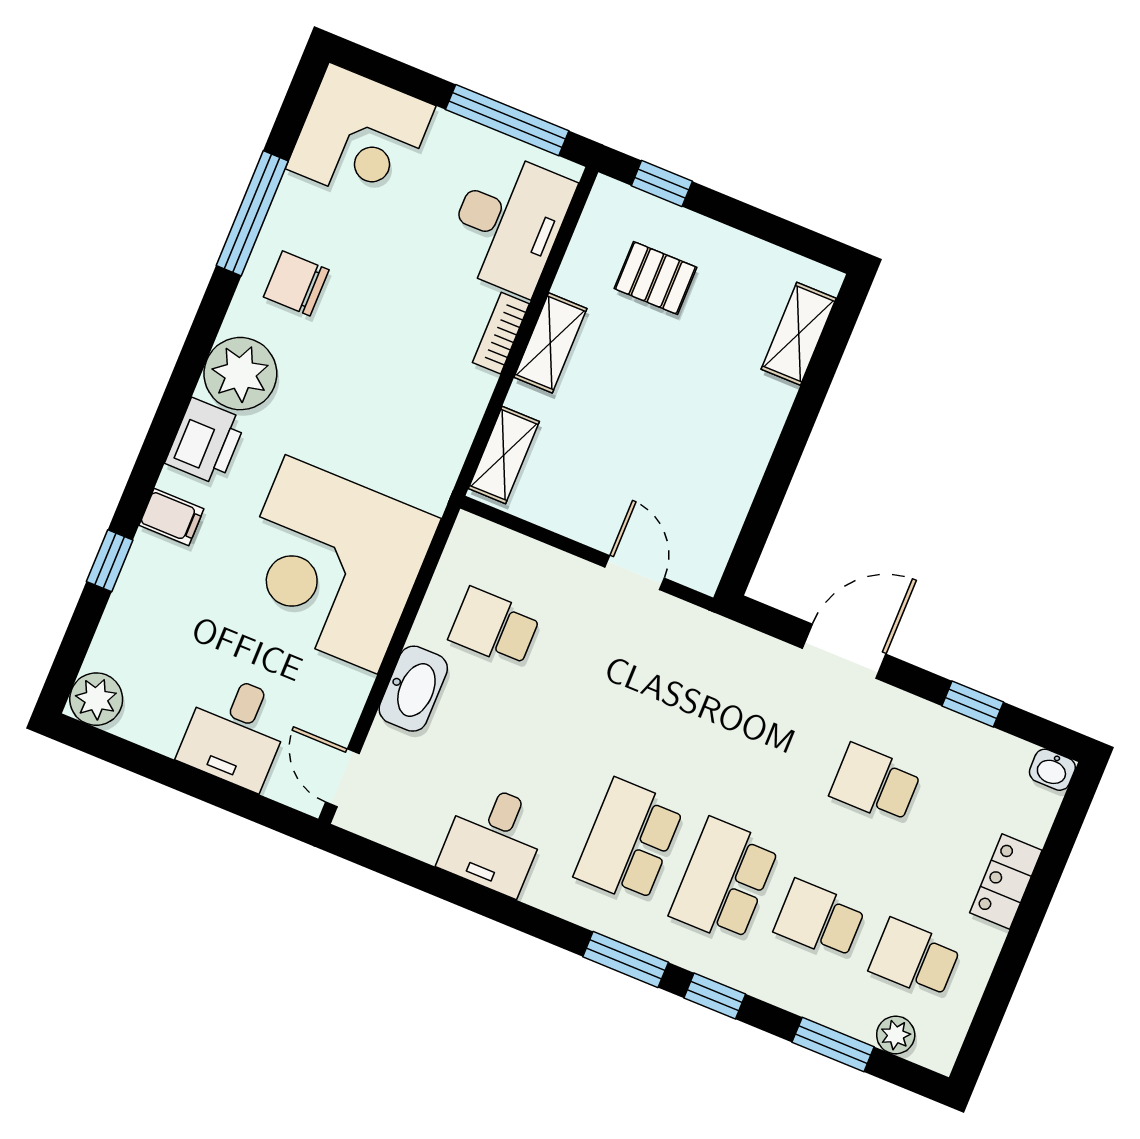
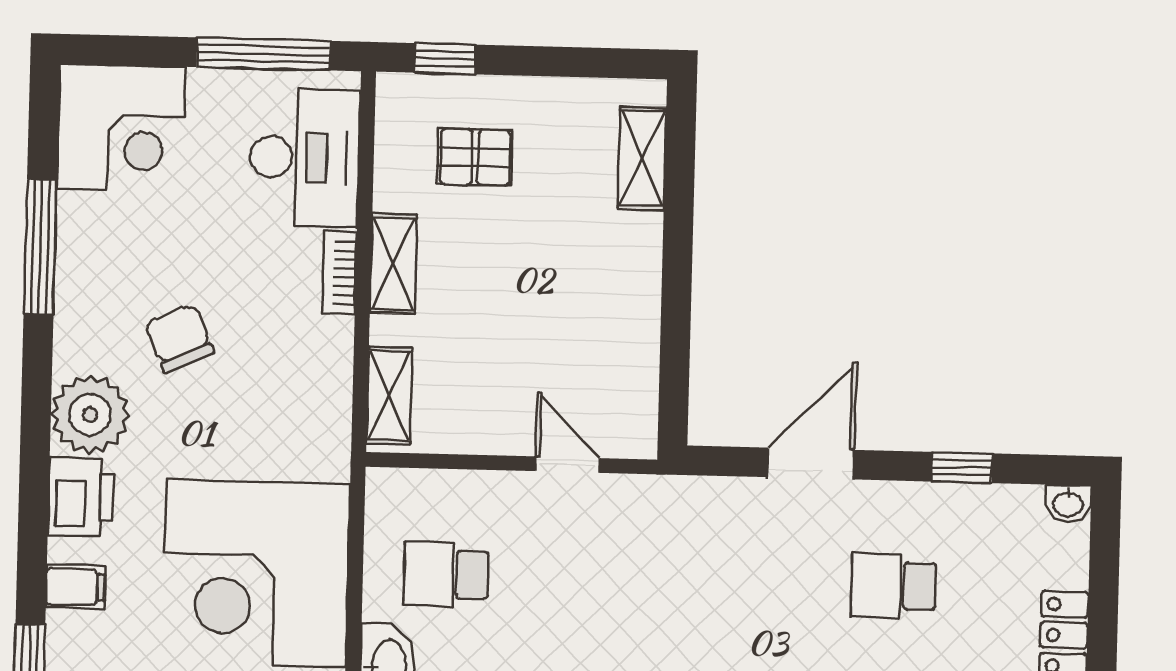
chair: (296, 283) -> (179, 338), moved, turned 66

